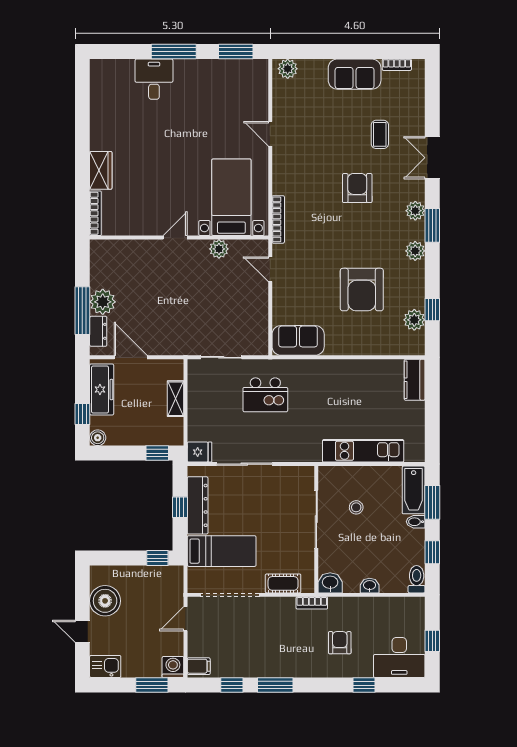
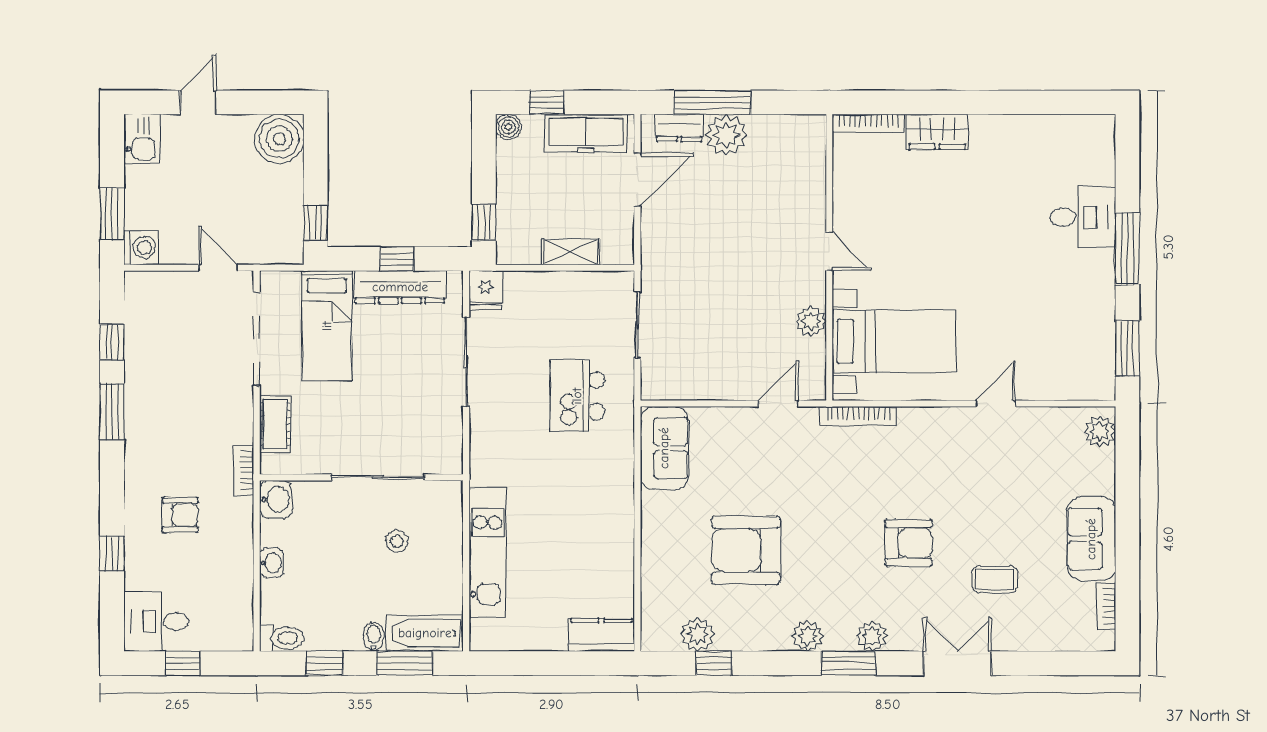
boiler: (105, 601) -> (279, 139), moved
desk: (399, 658) -> (156, 621), width x0.73
filing cabinet: (199, 666) -> (142, 289), removed

